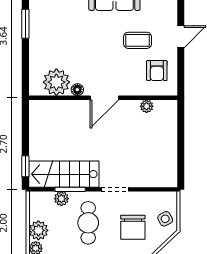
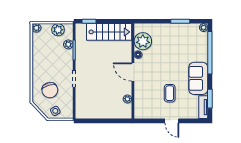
armchair: (157, 71) -> (150, 106), removed
stairs: (64, 174) -> (109, 32), moved, turned 90
cafe table: (88, 223) -> (53, 62), removed
chair: (133, 227) -> (50, 90), turned -107
plant: (38, 230) -> (58, 30), moved

